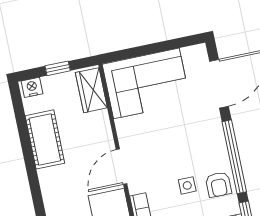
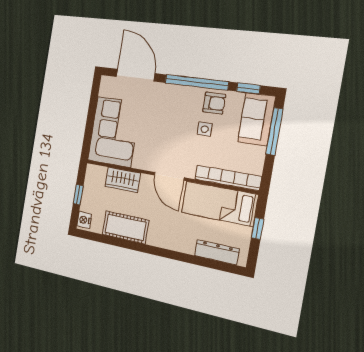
wardrobe: (91, 90) -> (123, 180), moved

